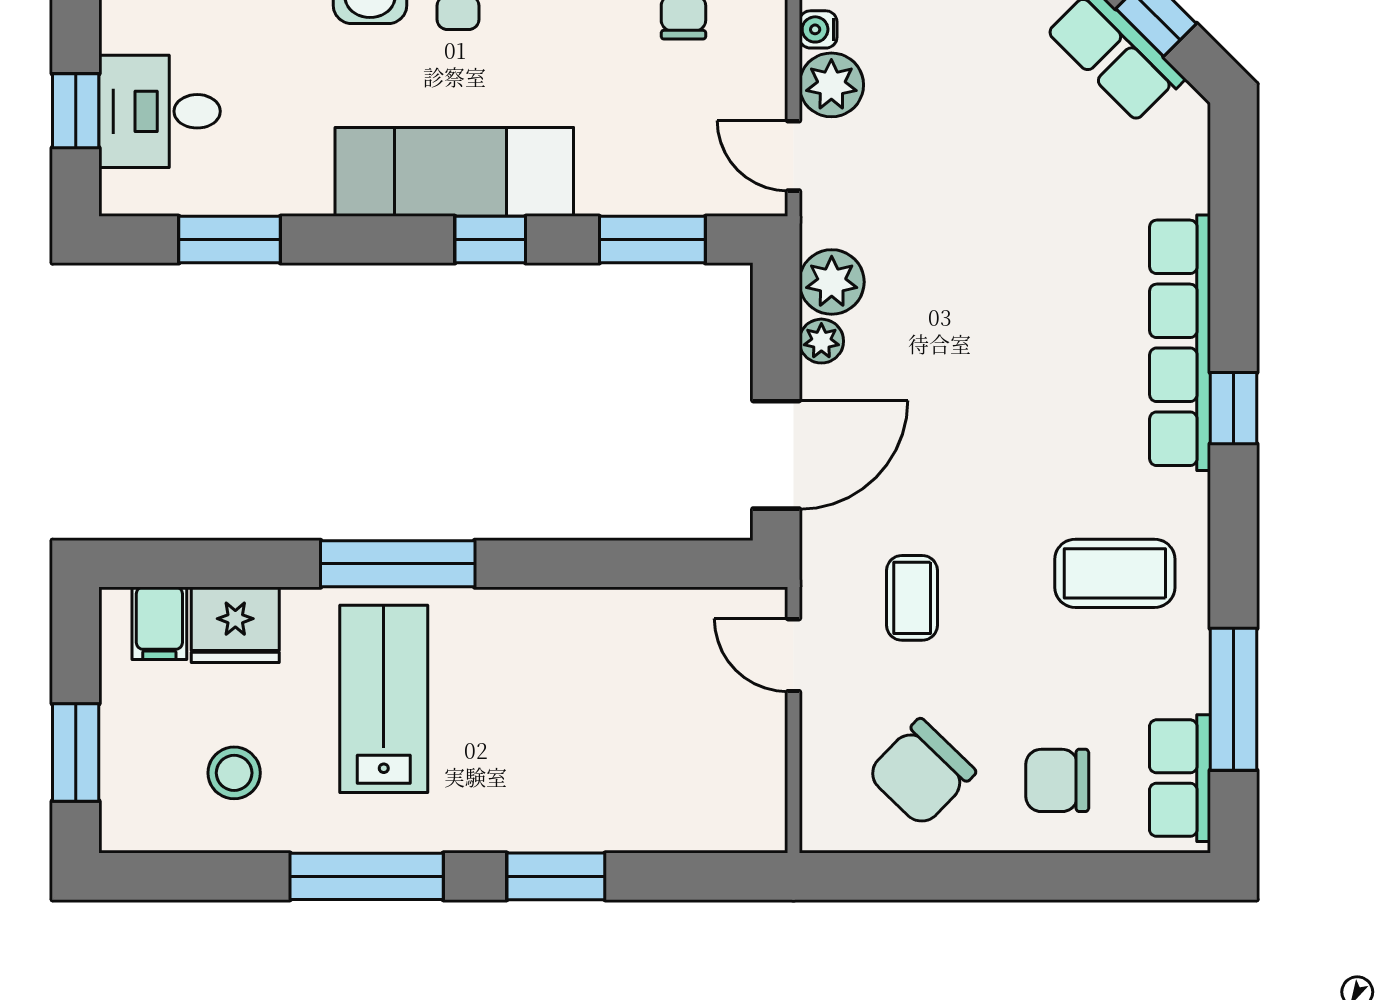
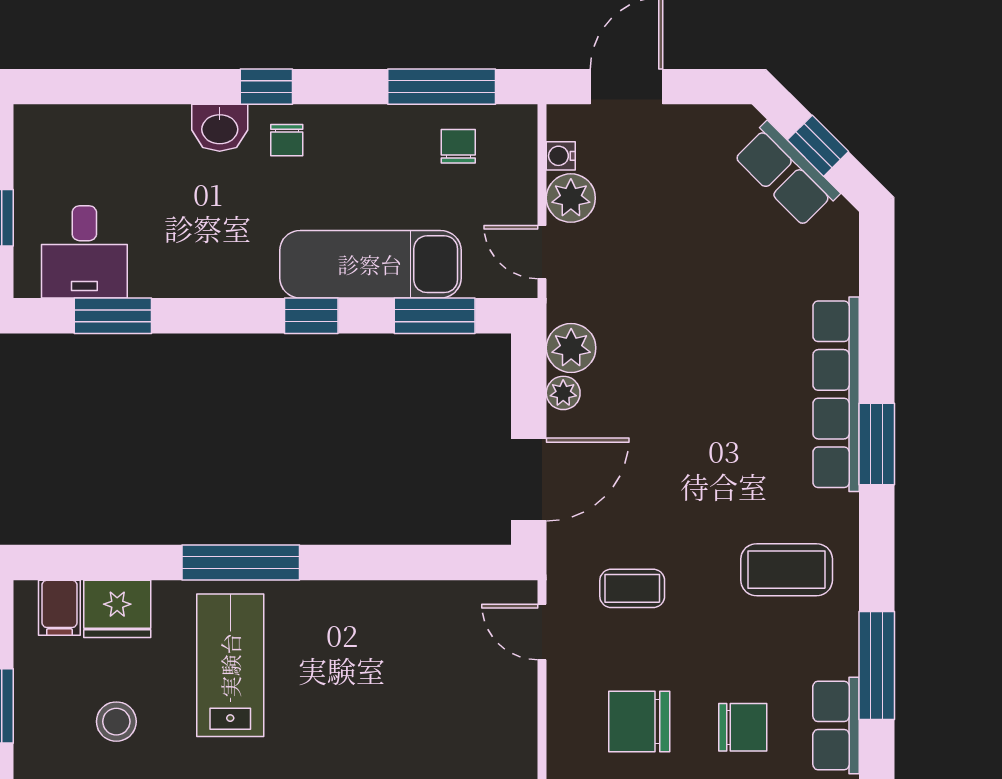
desk: (160, 111) -> (84, 252), moved, turned -90
exam couch: (454, 172) -> (370, 264), moved
window: (1233, 408) -> (877, 444), width x1.50
coffee table: (912, 598) -> (632, 588), turned 90
chair: (921, 773) -> (639, 721), turned 46
chair: (1057, 780) -> (743, 727), turned 180

